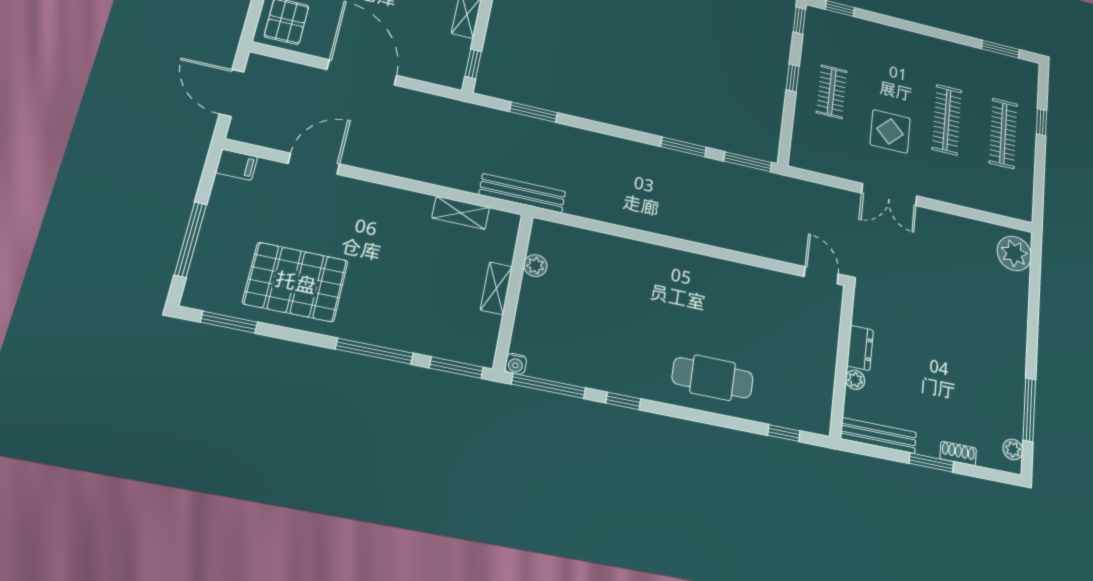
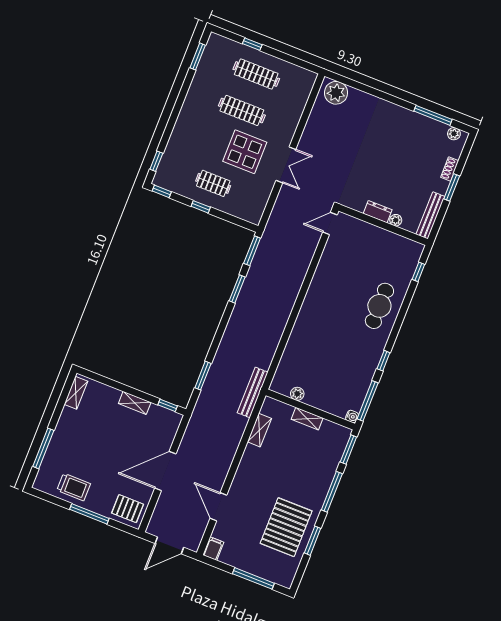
display table: (890, 131) -> (245, 152), width x1.36, depth x1.36
window: (229, 322) -> (313, 541), moved

